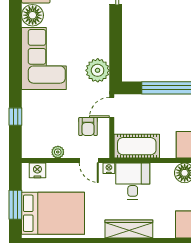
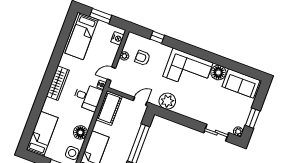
door: (112, 107) -> (140, 101), hinge flipped
armchair: (88, 126) -> (142, 58), moved
bed: (53, 213) -> (82, 36), width x0.67

